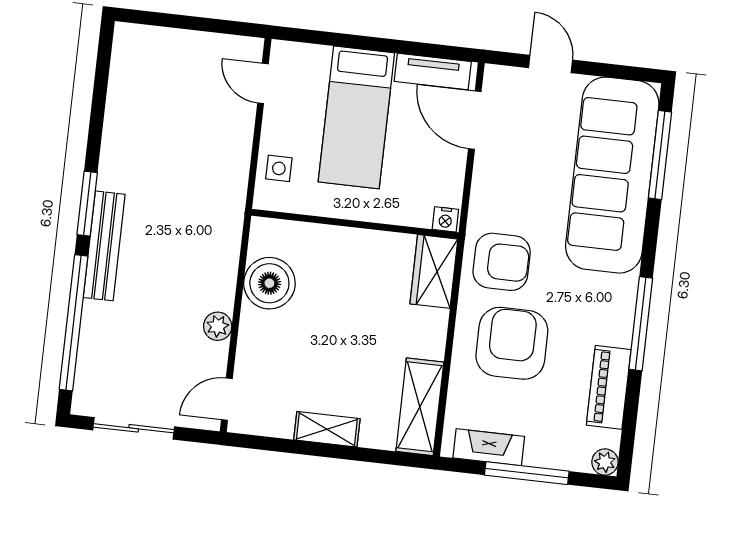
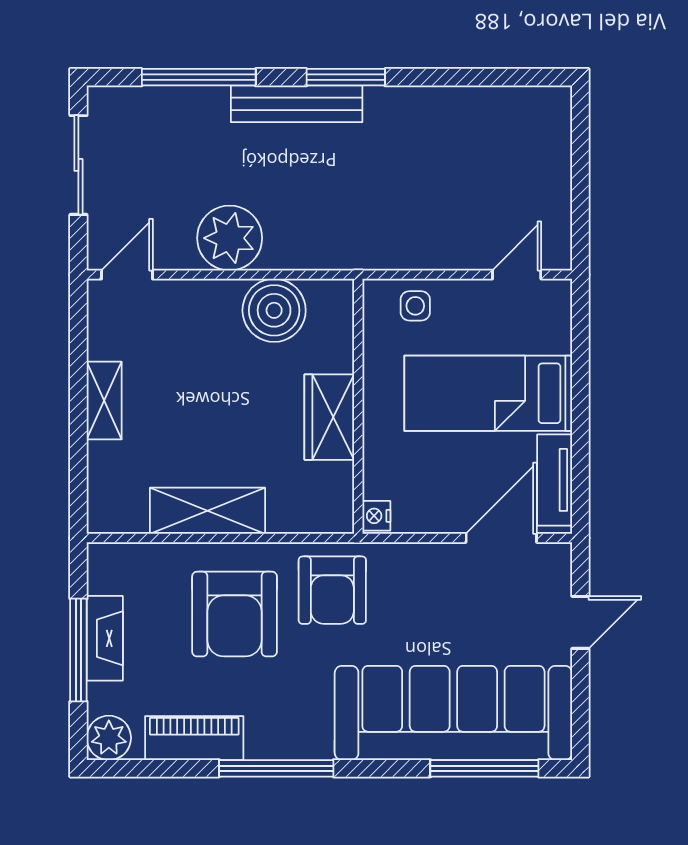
wardrobe: (434, 271) -> (329, 417), moved, turned -90
window: (74, 323) -> (199, 77), width x0.68
plant: (218, 326) -> (230, 238), width x1.87, depth x1.87
armchair: (512, 343) -> (235, 614), turned 90
door: (227, 399) -> (127, 275), hinge flipped
shelving: (420, 407) -> (207, 511), moved
fireplace: (489, 447) -> (105, 638), moved
plant: (605, 462) -> (109, 738), width x1.38, depth x1.38

